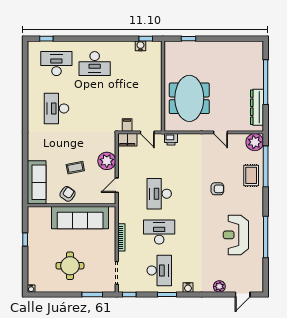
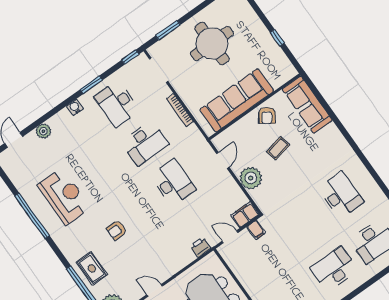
round table: (70, 266) -> (212, 43), width x1.36, depth x1.36

